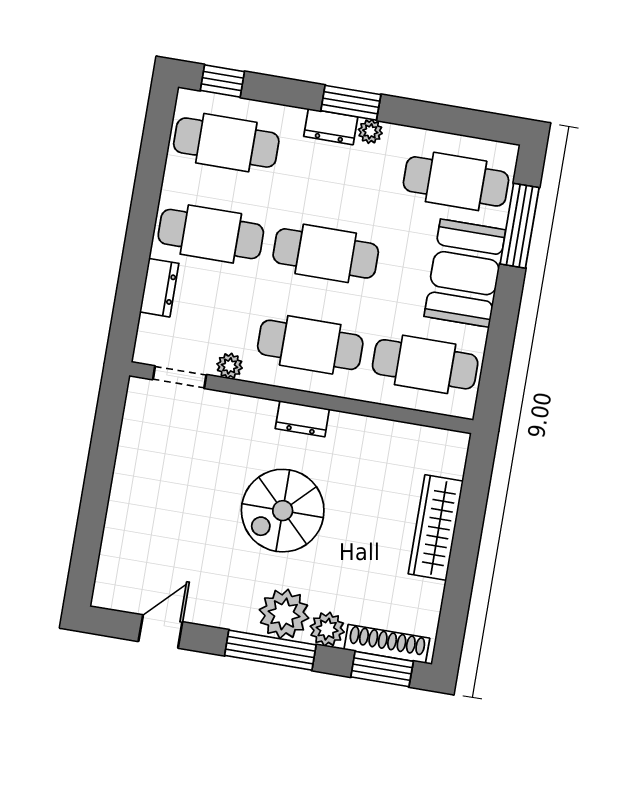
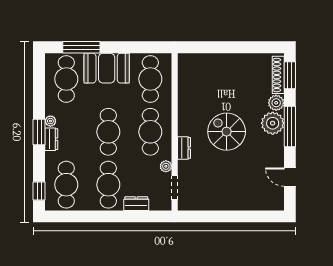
dresser: (302, 419) -> (184, 148), moved
spiral stairs: (283, 511) -> (227, 132), turned 180
wardrobe: (436, 528) -> (223, 62), removed

